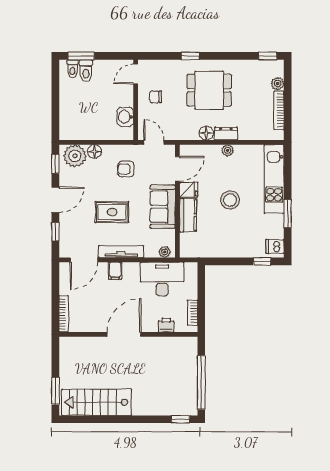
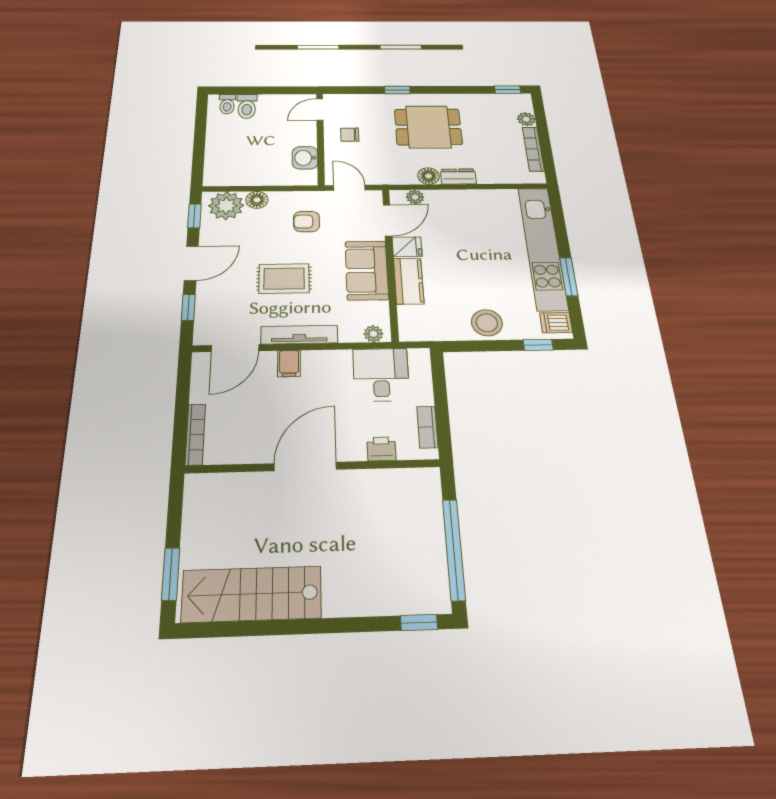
window: (81, 56) -> (240, 90), removed
plant: (228, 150) -> (415, 197), moved
kitchen unit: (274, 179) -> (543, 247), width x1.36
stool: (230, 200) -> (487, 323), moved
desk: (162, 279) -> (381, 374), width x0.73

